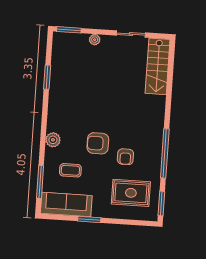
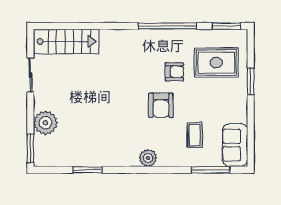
plant: (95, 40) -> (45, 123), width x1.88, depth x1.88
plant: (53, 140) -> (148, 158), moved
rug: (131, 193) -> (216, 63), turned 90
sofa: (66, 204) -> (235, 145), width x0.73
window: (89, 219) -> (251, 81), moved

